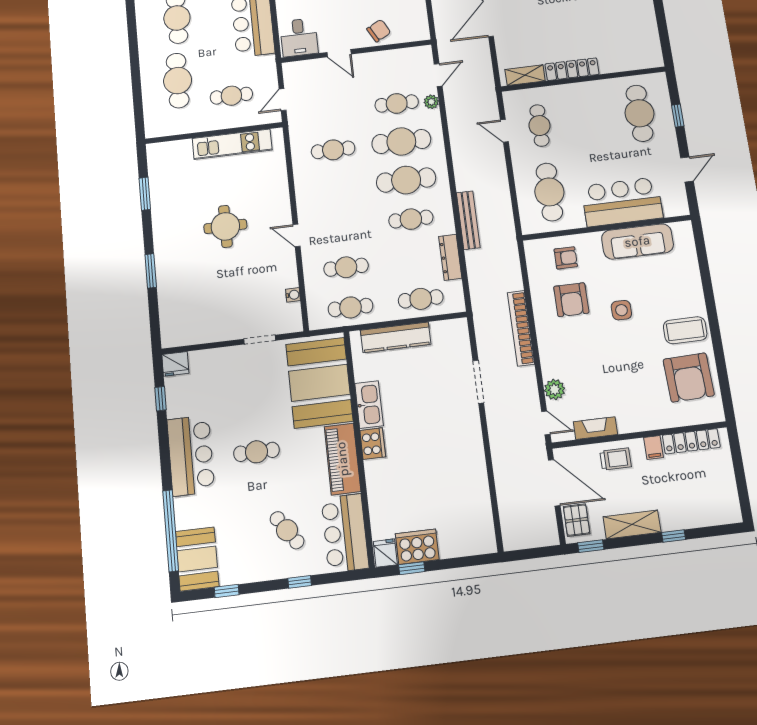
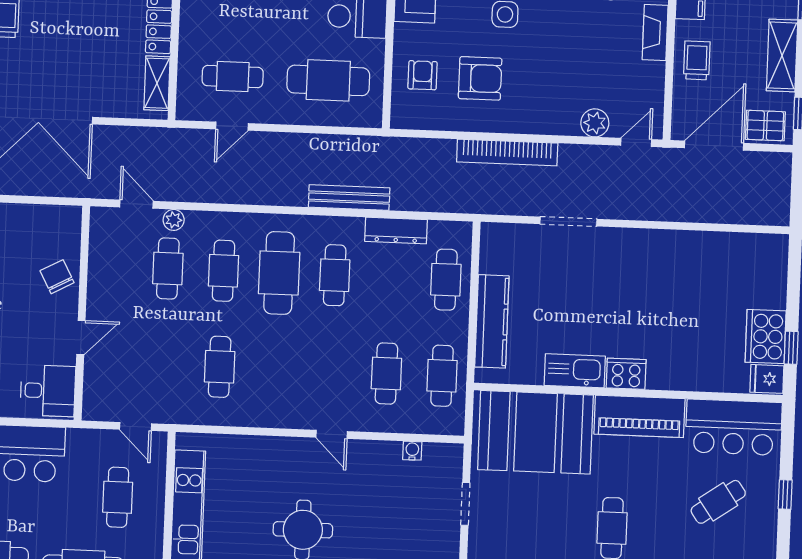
cafe table: (401, 141) -> (223, 271), width x0.73, depth x0.74
door: (297, 235) -> (332, 434), hinge flipped
fireplace: (595, 428) -> (655, 33), moved

